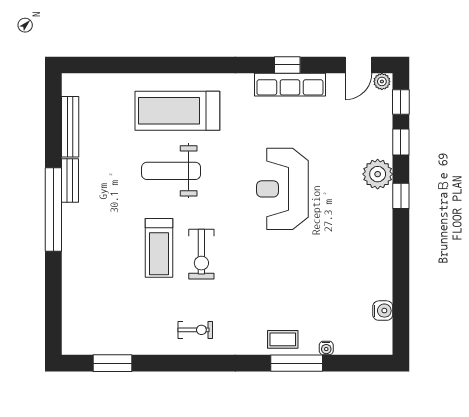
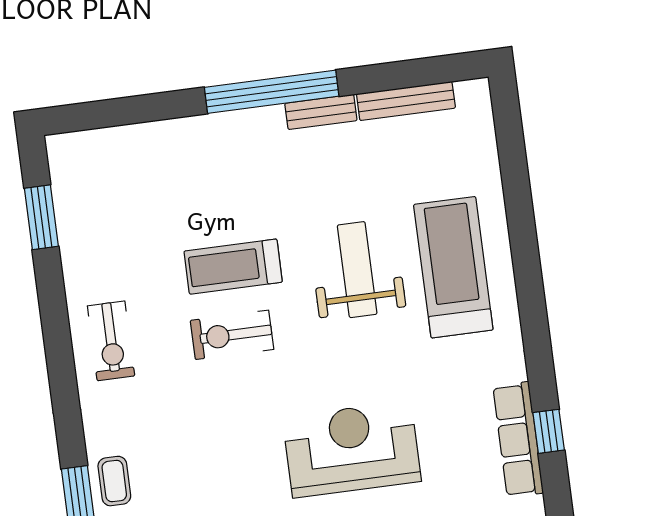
exercise bike: (195, 330) -> (111, 341), width x1.38, depth x1.39

